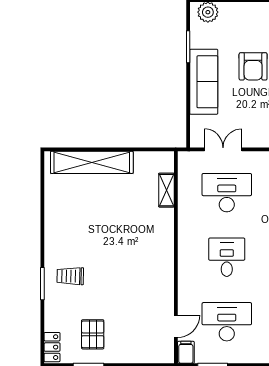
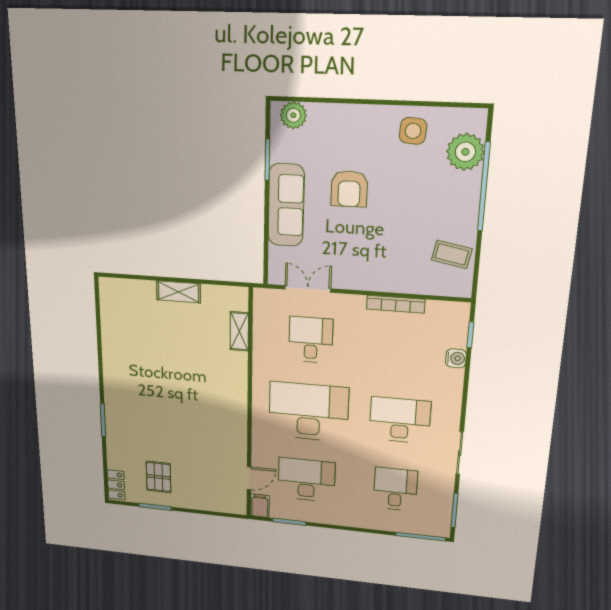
shelving: (92, 162) -> (179, 292), width x0.45, depth x0.75
desk: (227, 193) -> (311, 340), width x0.73
desk: (227, 257) -> (309, 412), width x1.87, depth x1.30
trolley: (70, 276) -> (133, 415), removed

